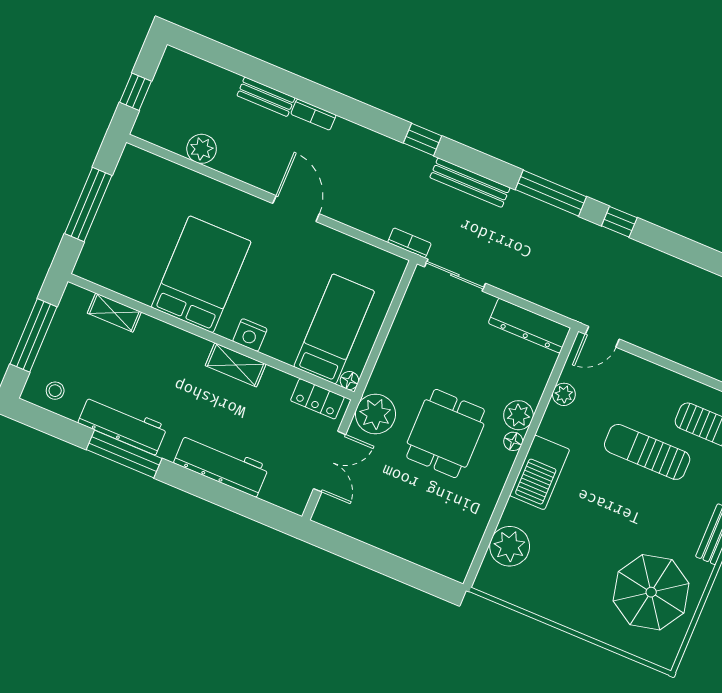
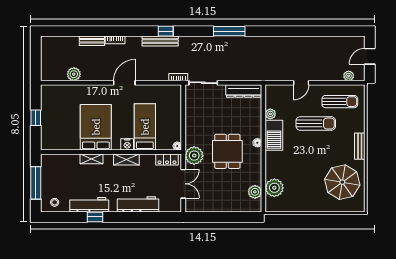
window: (135, 92) -> (36, 62), removed
bench: (470, 183) -> (160, 41), moved
window: (88, 204) -> (36, 118), width x0.46
door: (296, 209) -> (124, 83), hinge flipped
window: (619, 222) -> (263, 31), removed
shelving: (114, 313) -> (91, 159), moved
bed: (334, 329) -> (145, 127), moved
door: (602, 337) -> (301, 83), moved
plant: (518, 415) -> (255, 192), moved
sun lounger: (647, 452) -> (316, 124), turned 180
window: (124, 454) -> (95, 217), width x0.46
barbecue: (540, 472) -> (274, 135), moved

